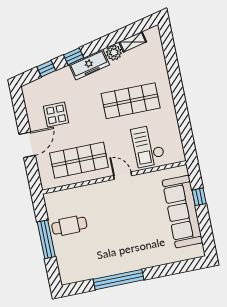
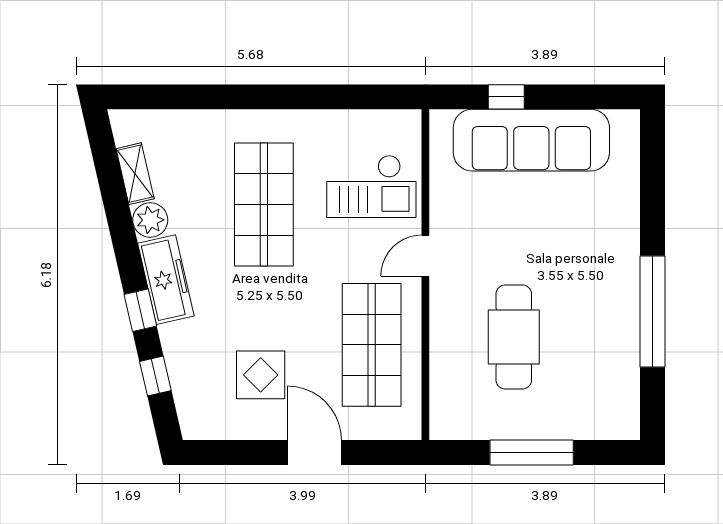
cafe table: (69, 226) -> (514, 337), moved, width x1.37, depth x1.35

